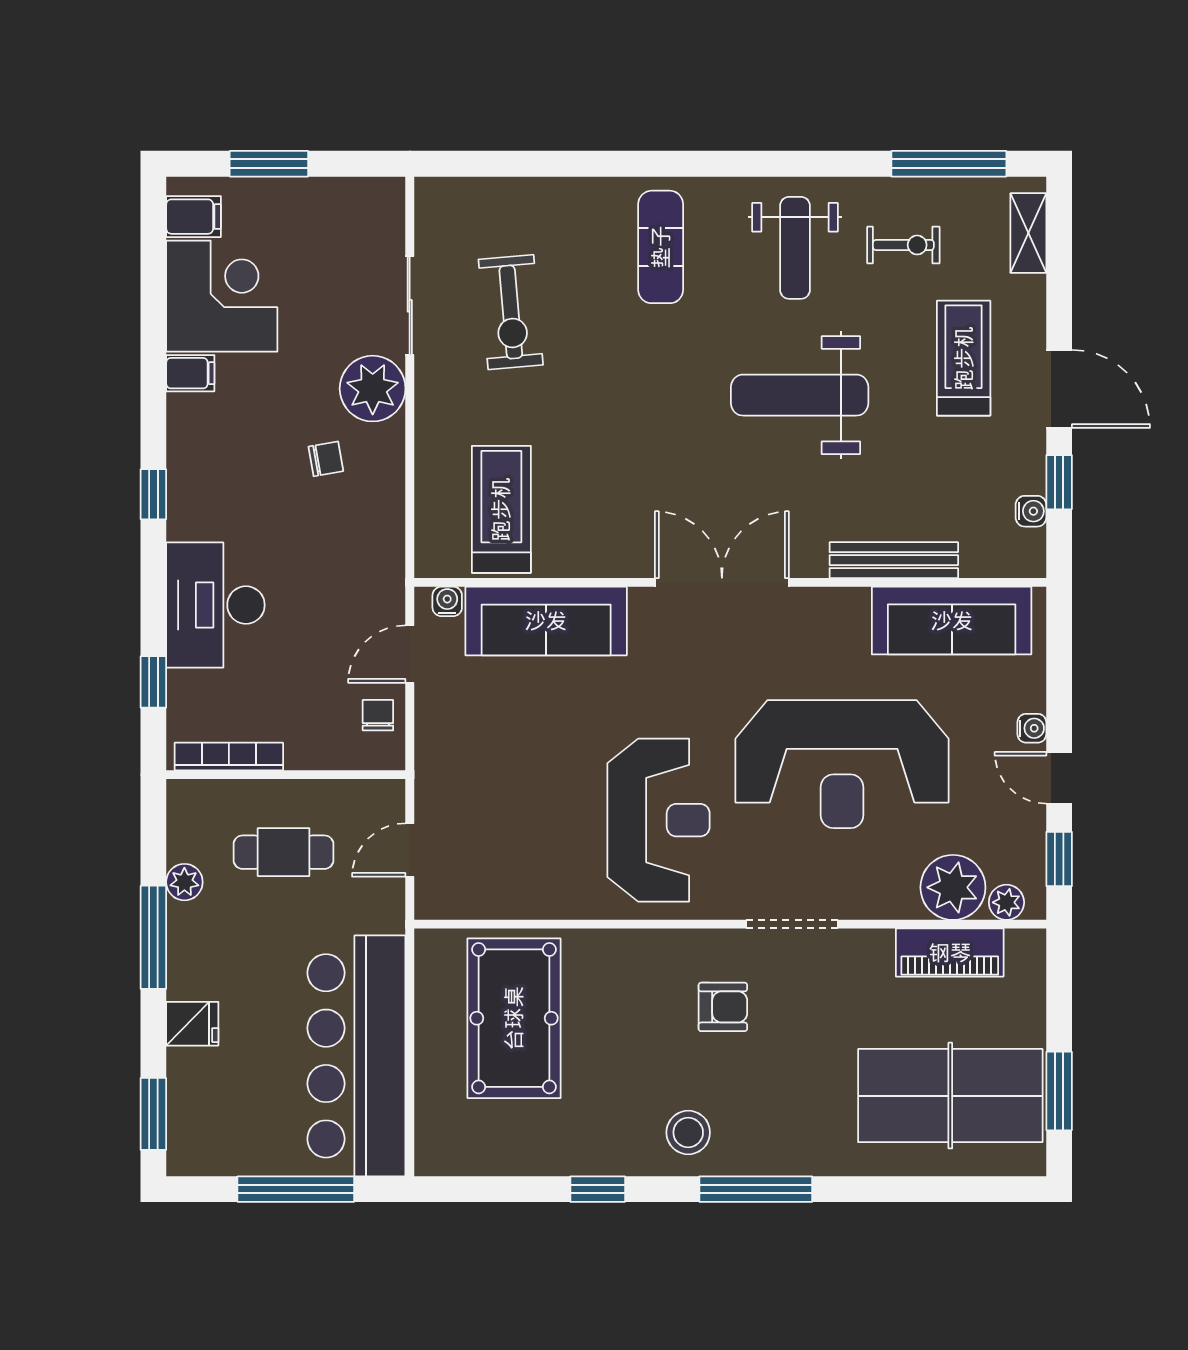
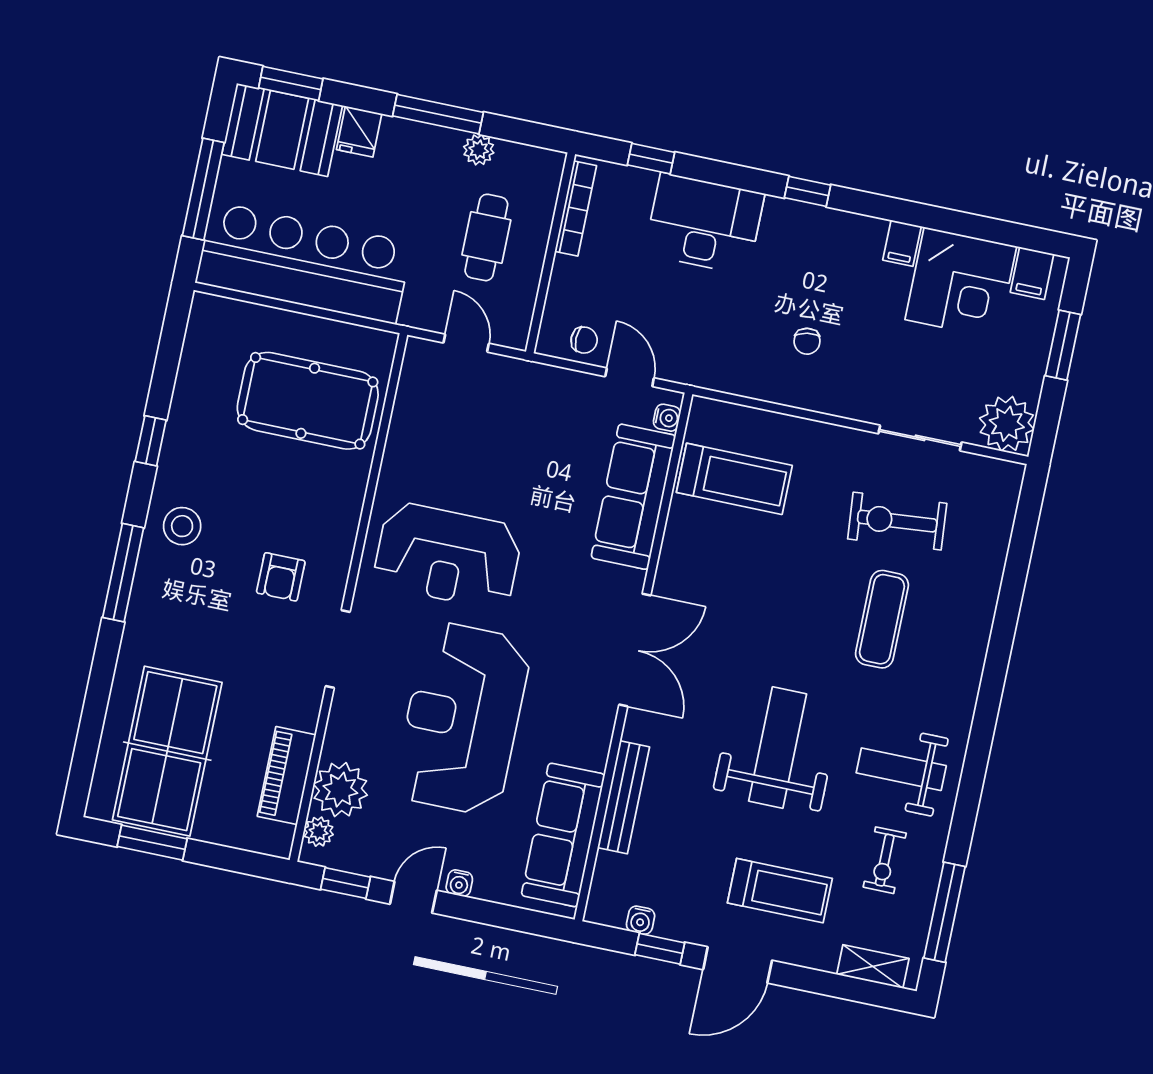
exercise mat: (661, 247) -> (882, 619), moved, turned 90
plant: (373, 389) -> (1007, 424), moved
booth: (209, 1113) -> (282, 130), added

